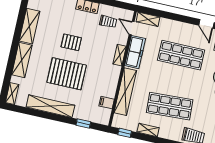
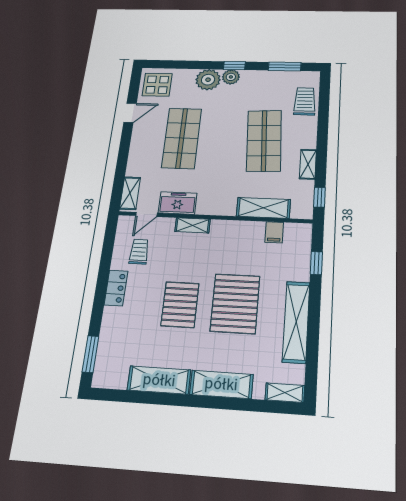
pallet: (71, 42) -> (180, 305), width x1.50, depth x1.42
freezer: (135, 52) -> (178, 203), width x0.71
shelving: (125, 92) -> (263, 208), width x0.68

